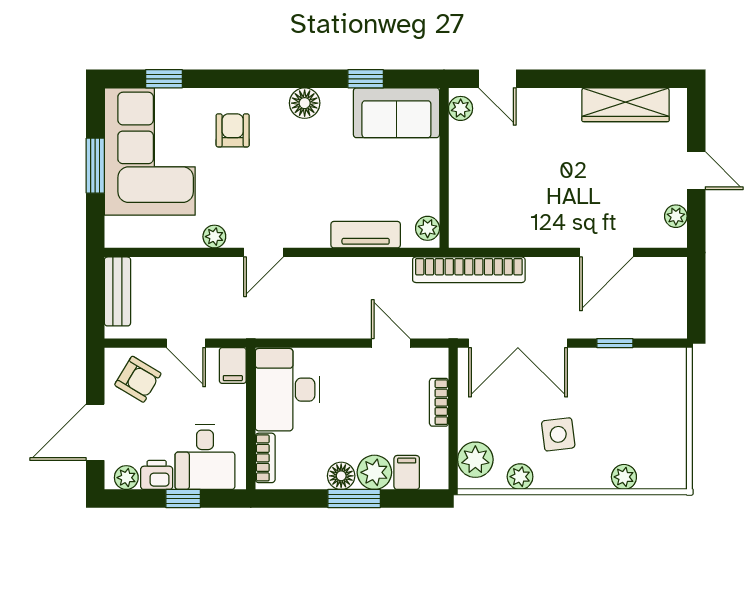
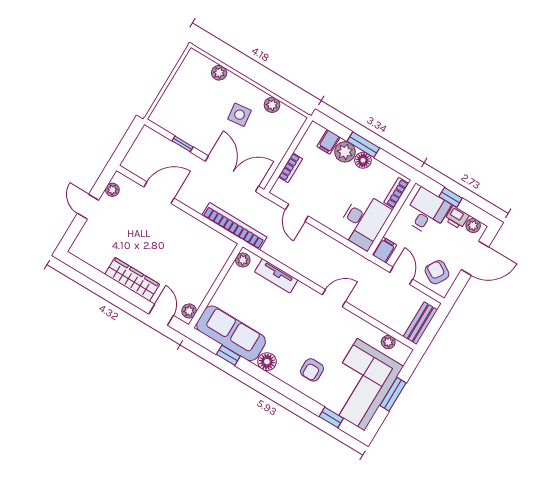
wardrobe: (626, 105) -> (132, 279), moved
sofa: (396, 113) -> (231, 333), width x1.36
plant: (214, 237) -> (388, 342), moved
plant: (475, 460) -> (290, 127), removed

